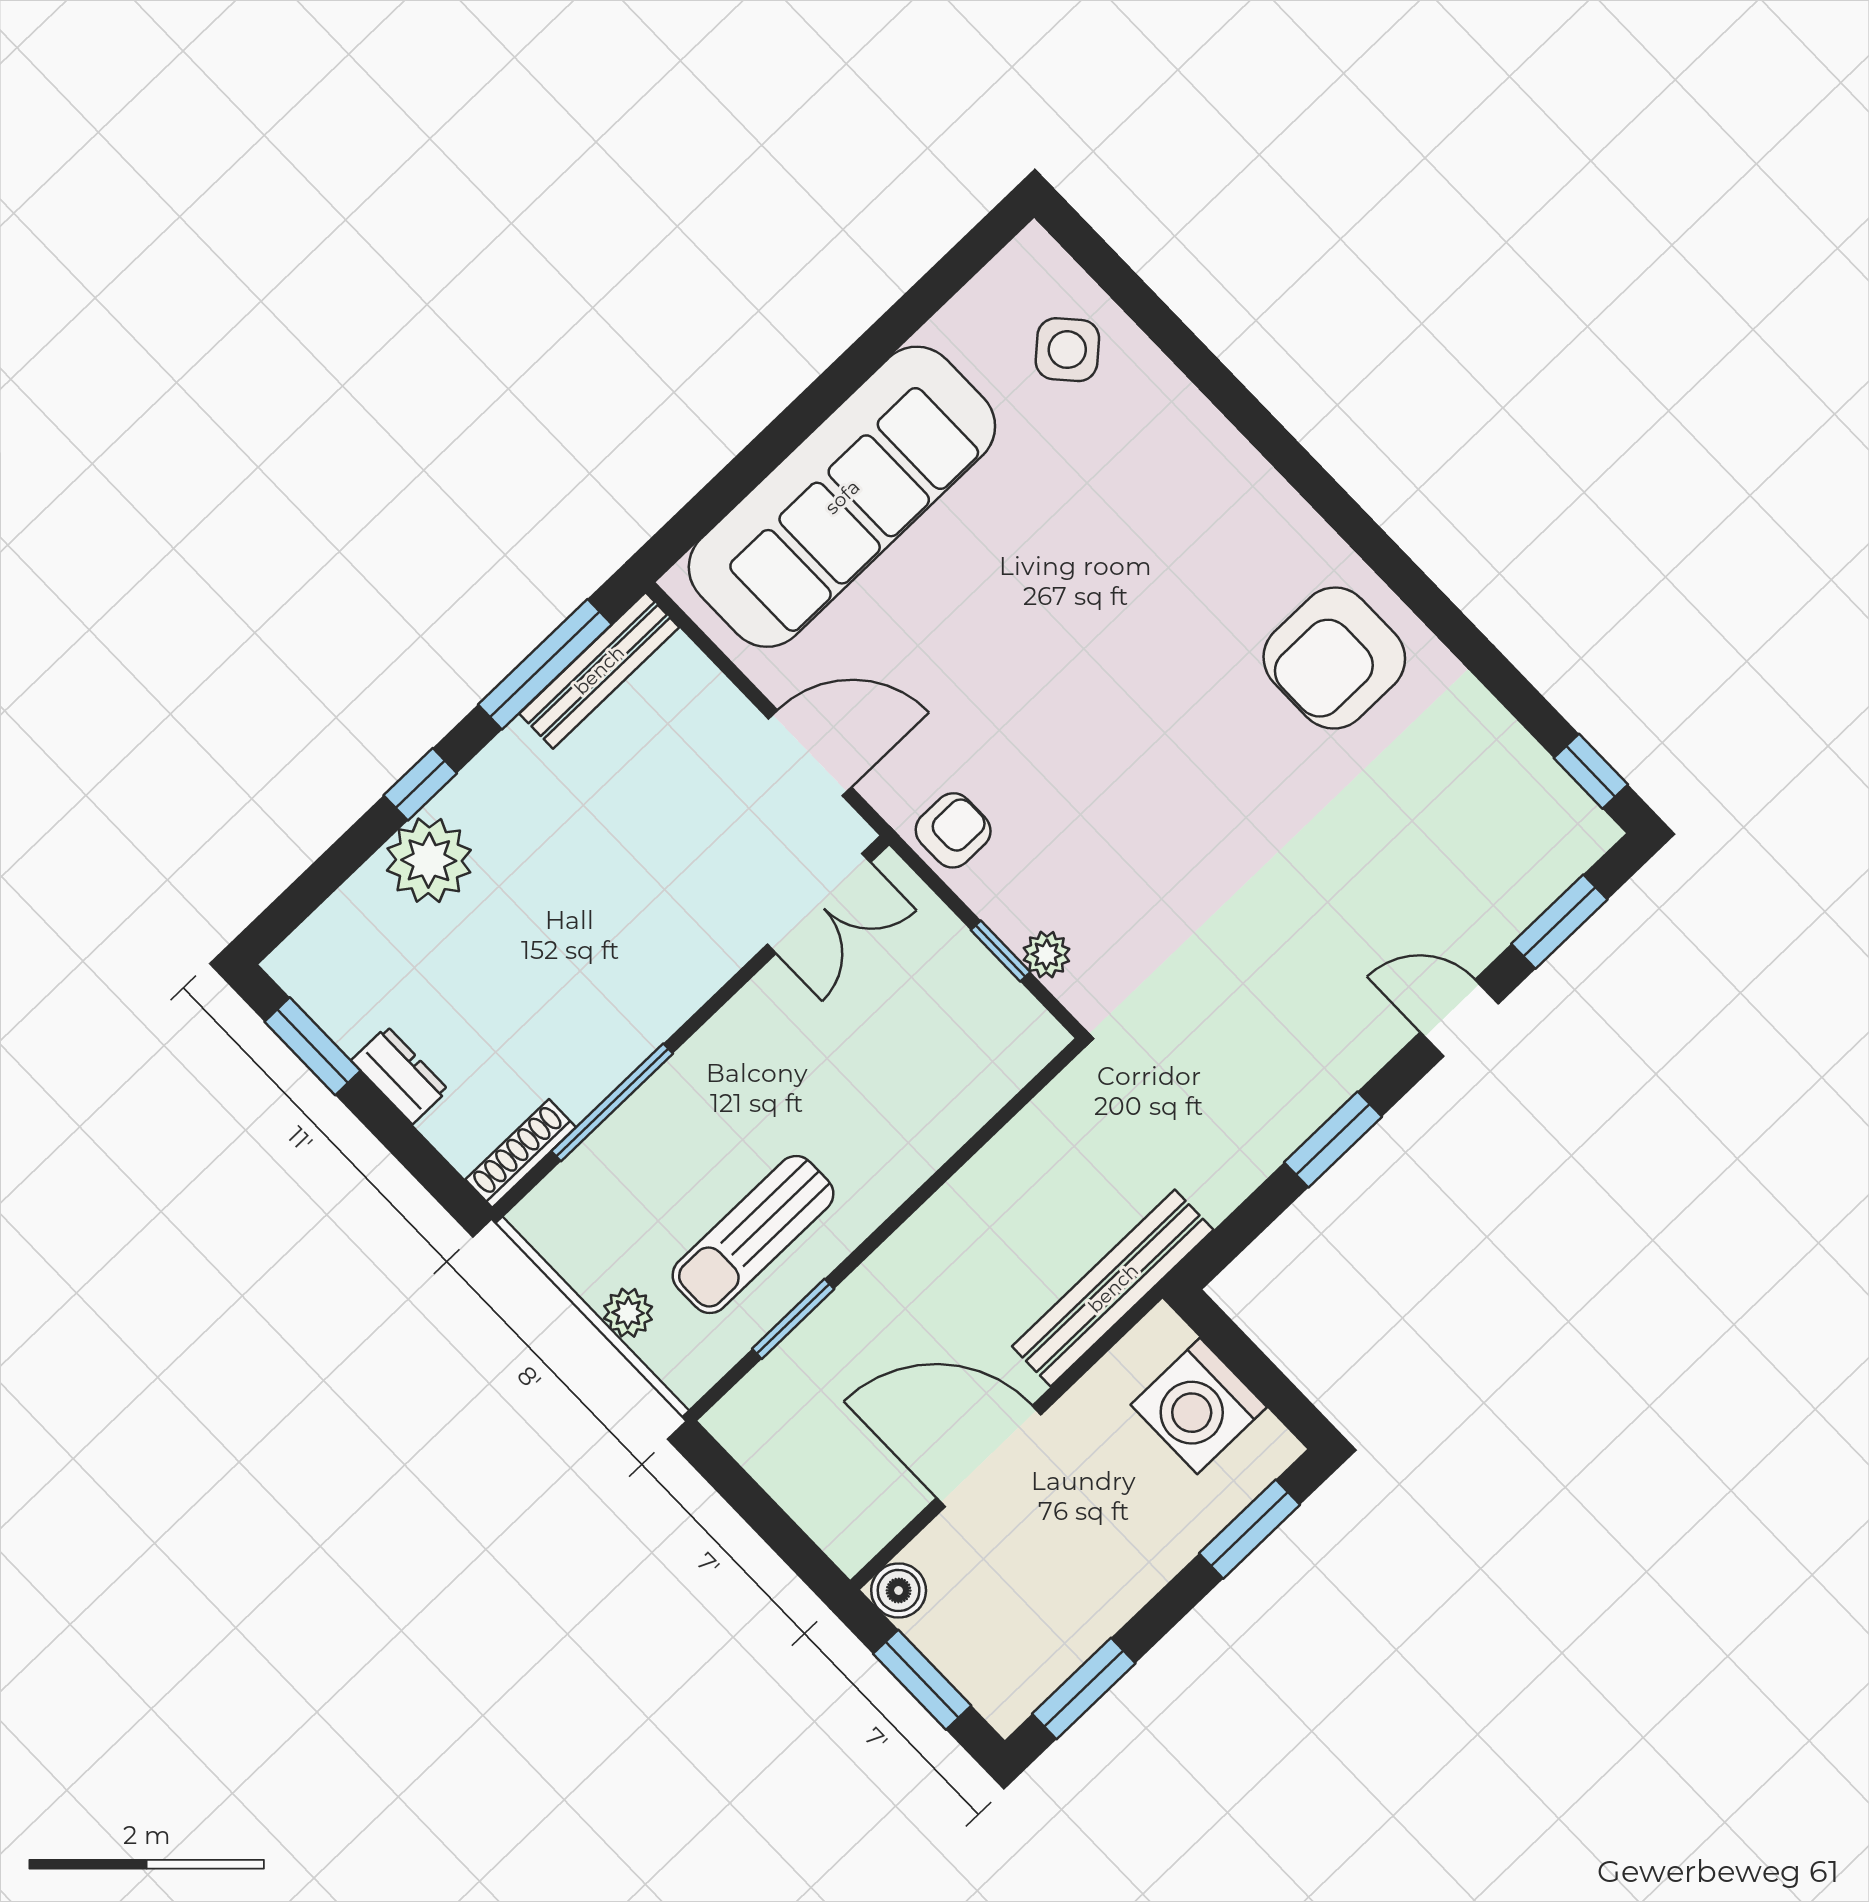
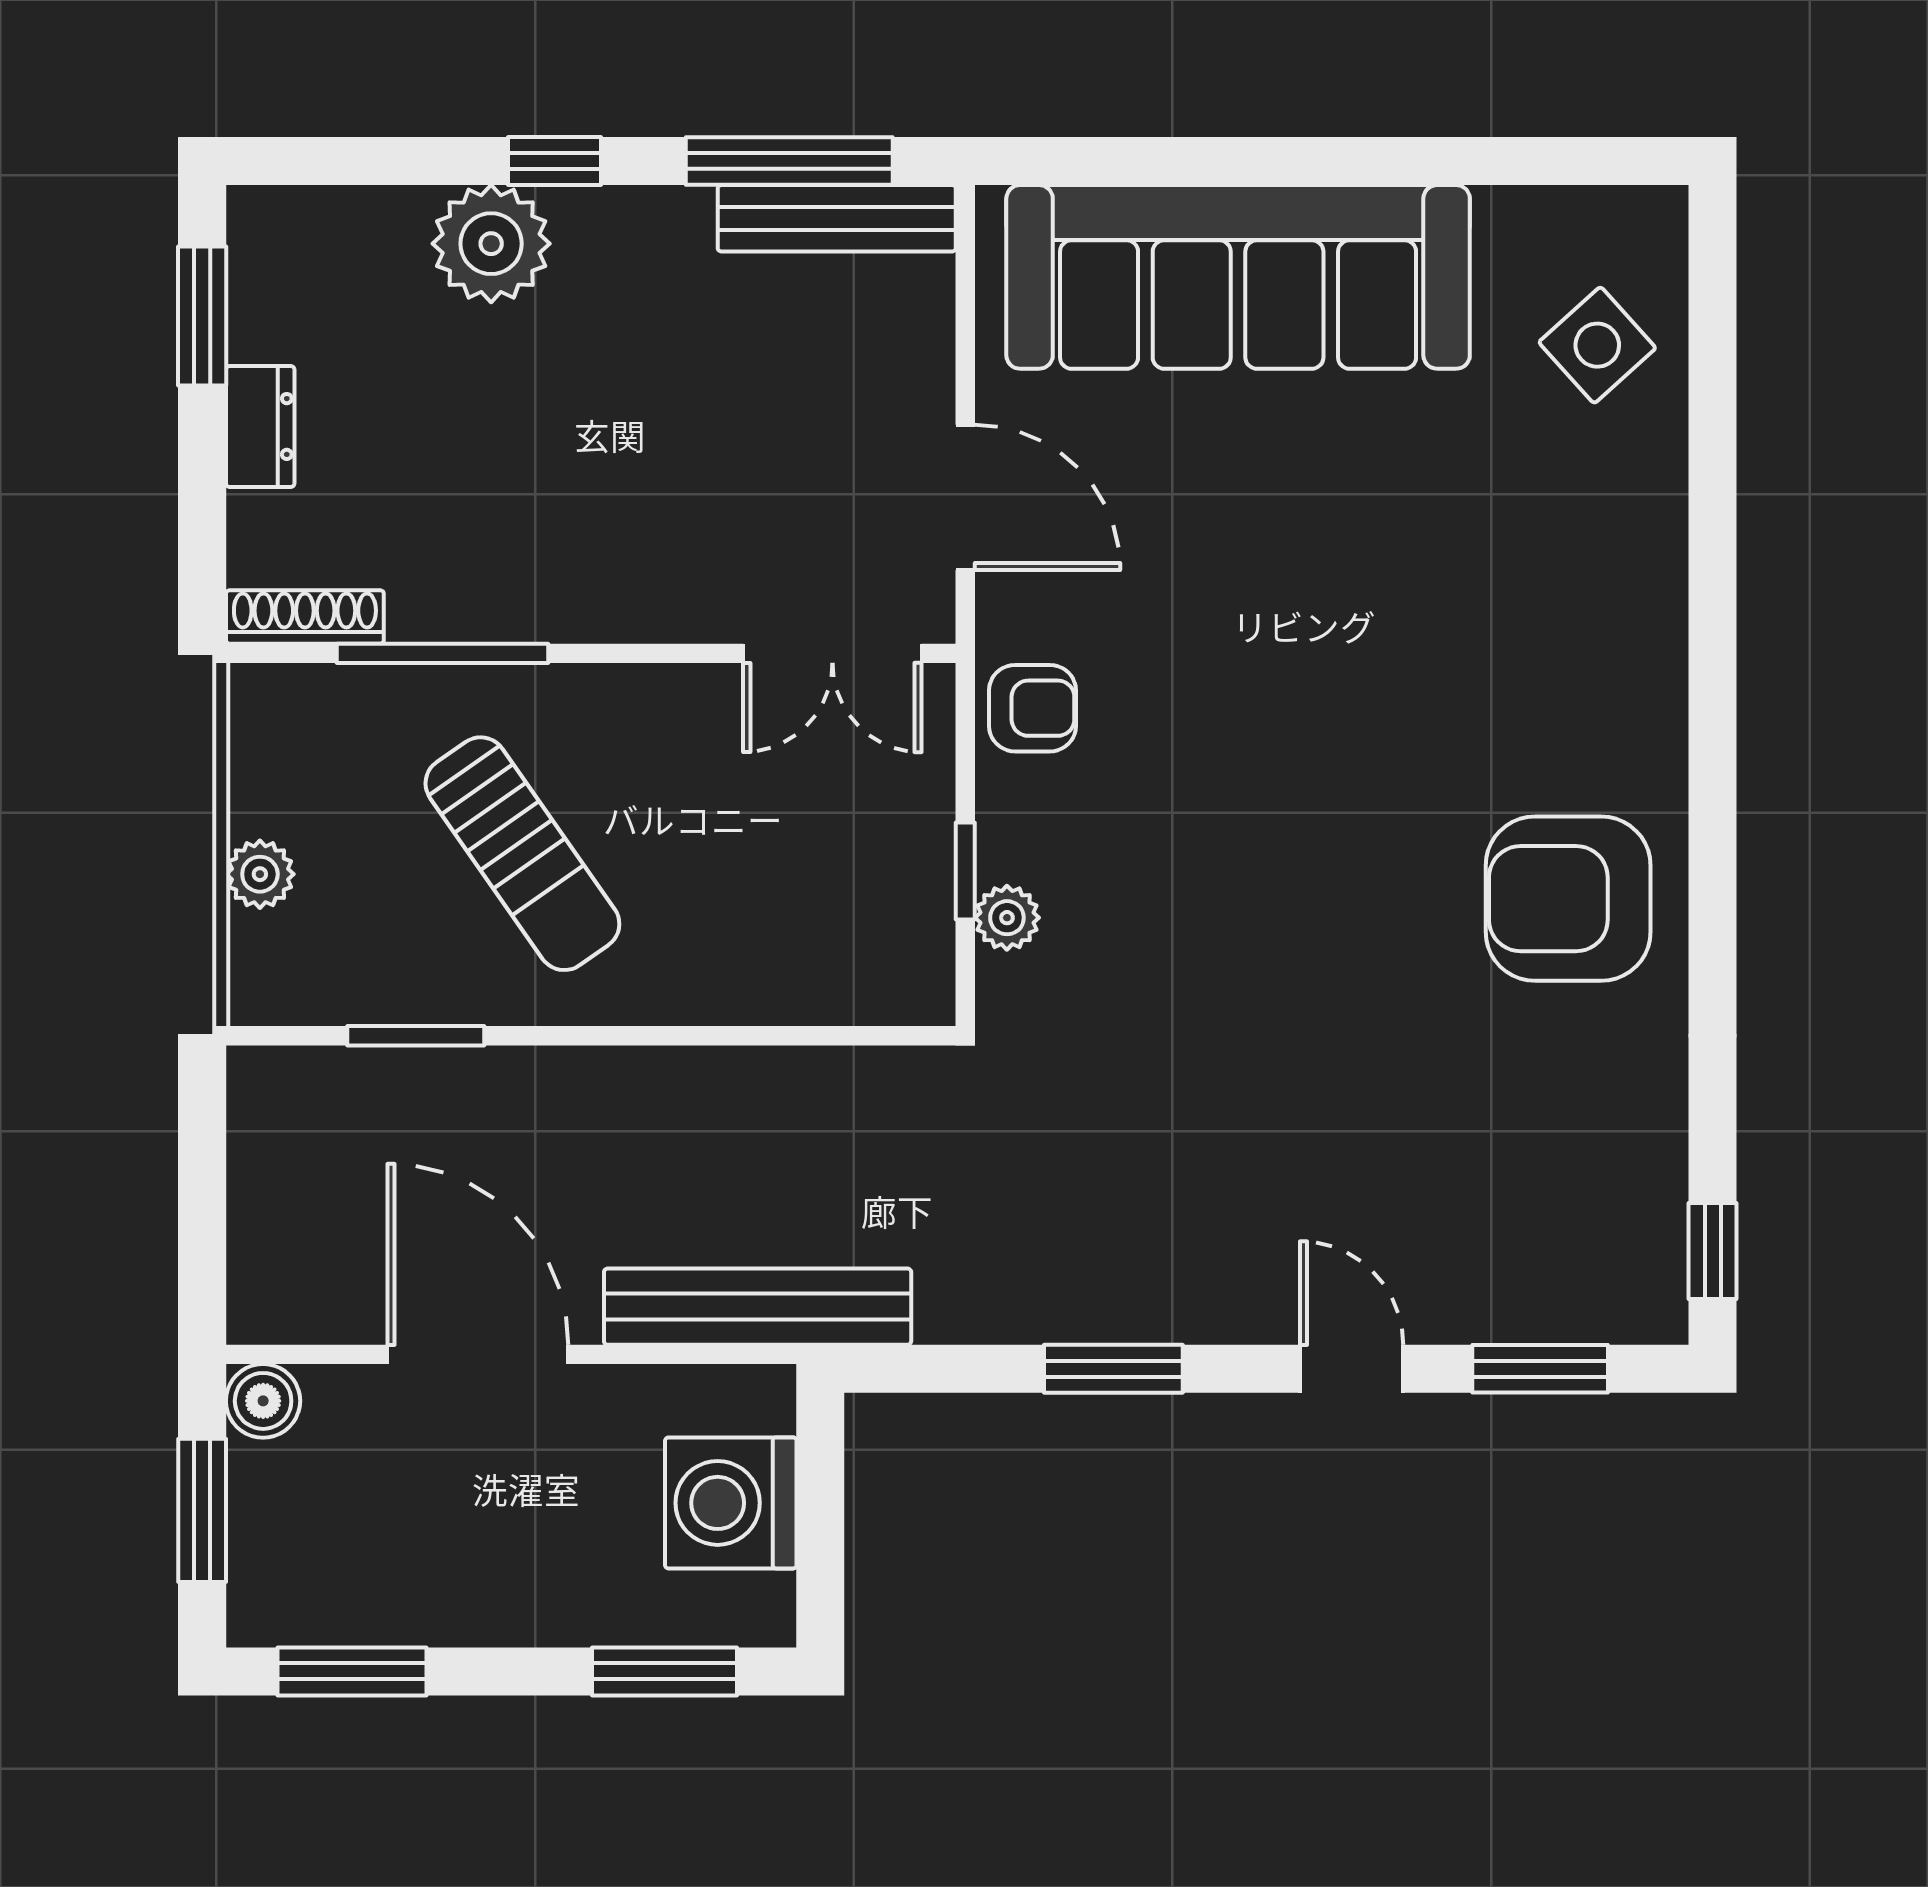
sun lounger: (753, 1235) -> (522, 854), moved, turned -125

